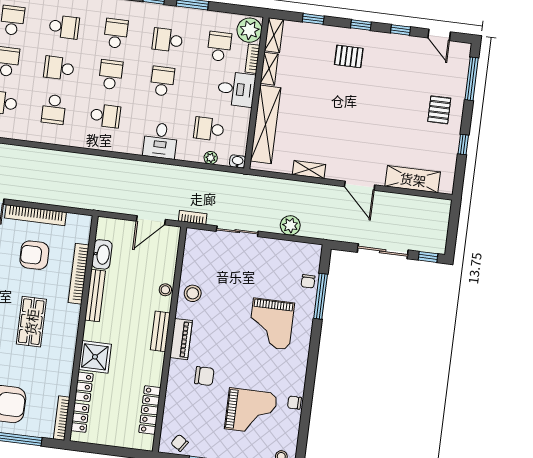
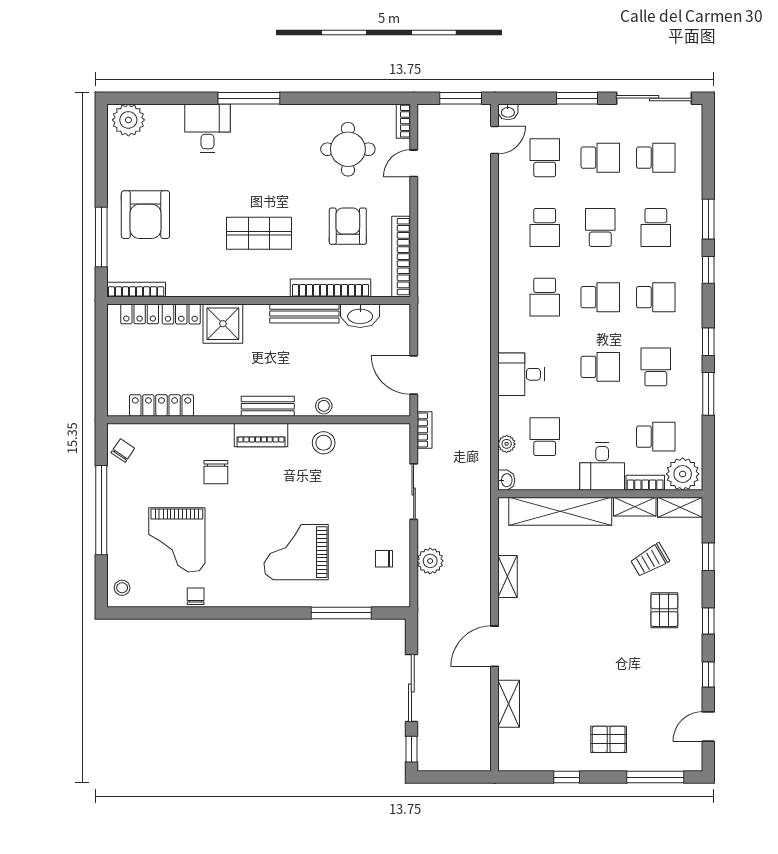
trolley: (310, 62) -> (650, 560), added
school desk: (54, 109) -> (545, 227), turned -90
shelving: (413, 179) -> (509, 704), width x0.67, depth x0.75
bookcase: (36, 215) -> (401, 257), moved
chair: (308, 281) -> (384, 559), moved

